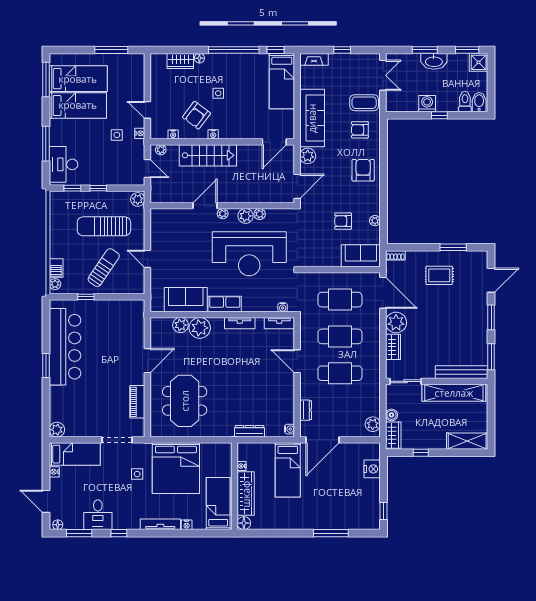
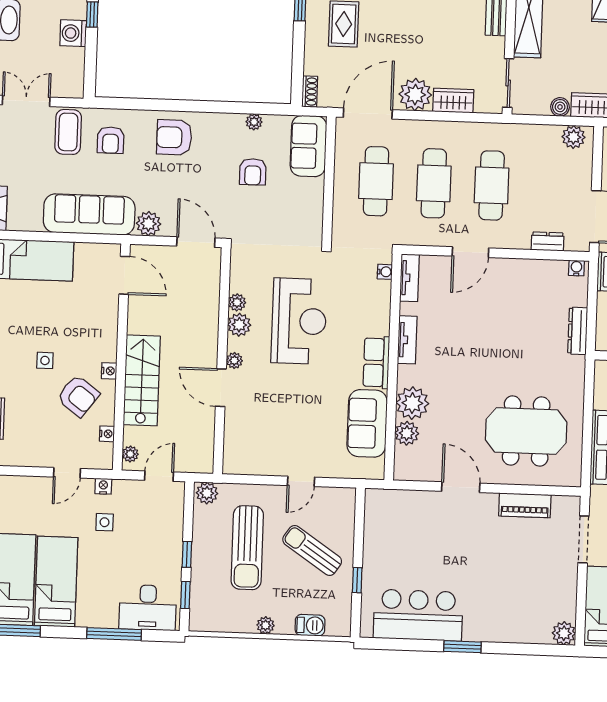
reception desk: (249, 254) -> (299, 321), width x0.74, depth x0.77
plant: (55, 284) -> (265, 625), moved
bar counter: (65, 347) -> (418, 615), width x0.73

